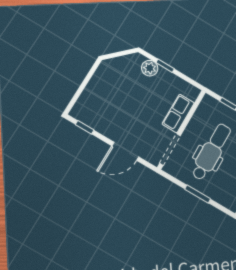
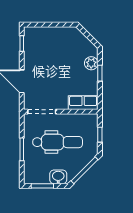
row of seats: (178, 113) -> (83, 103), moved

